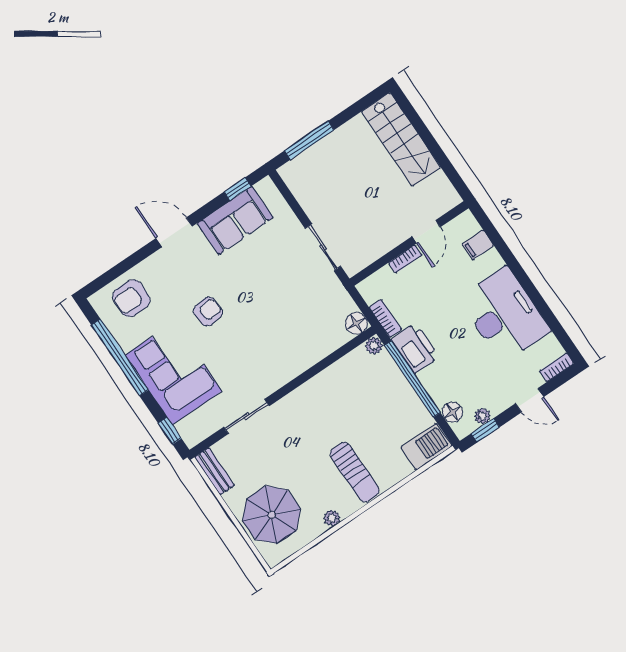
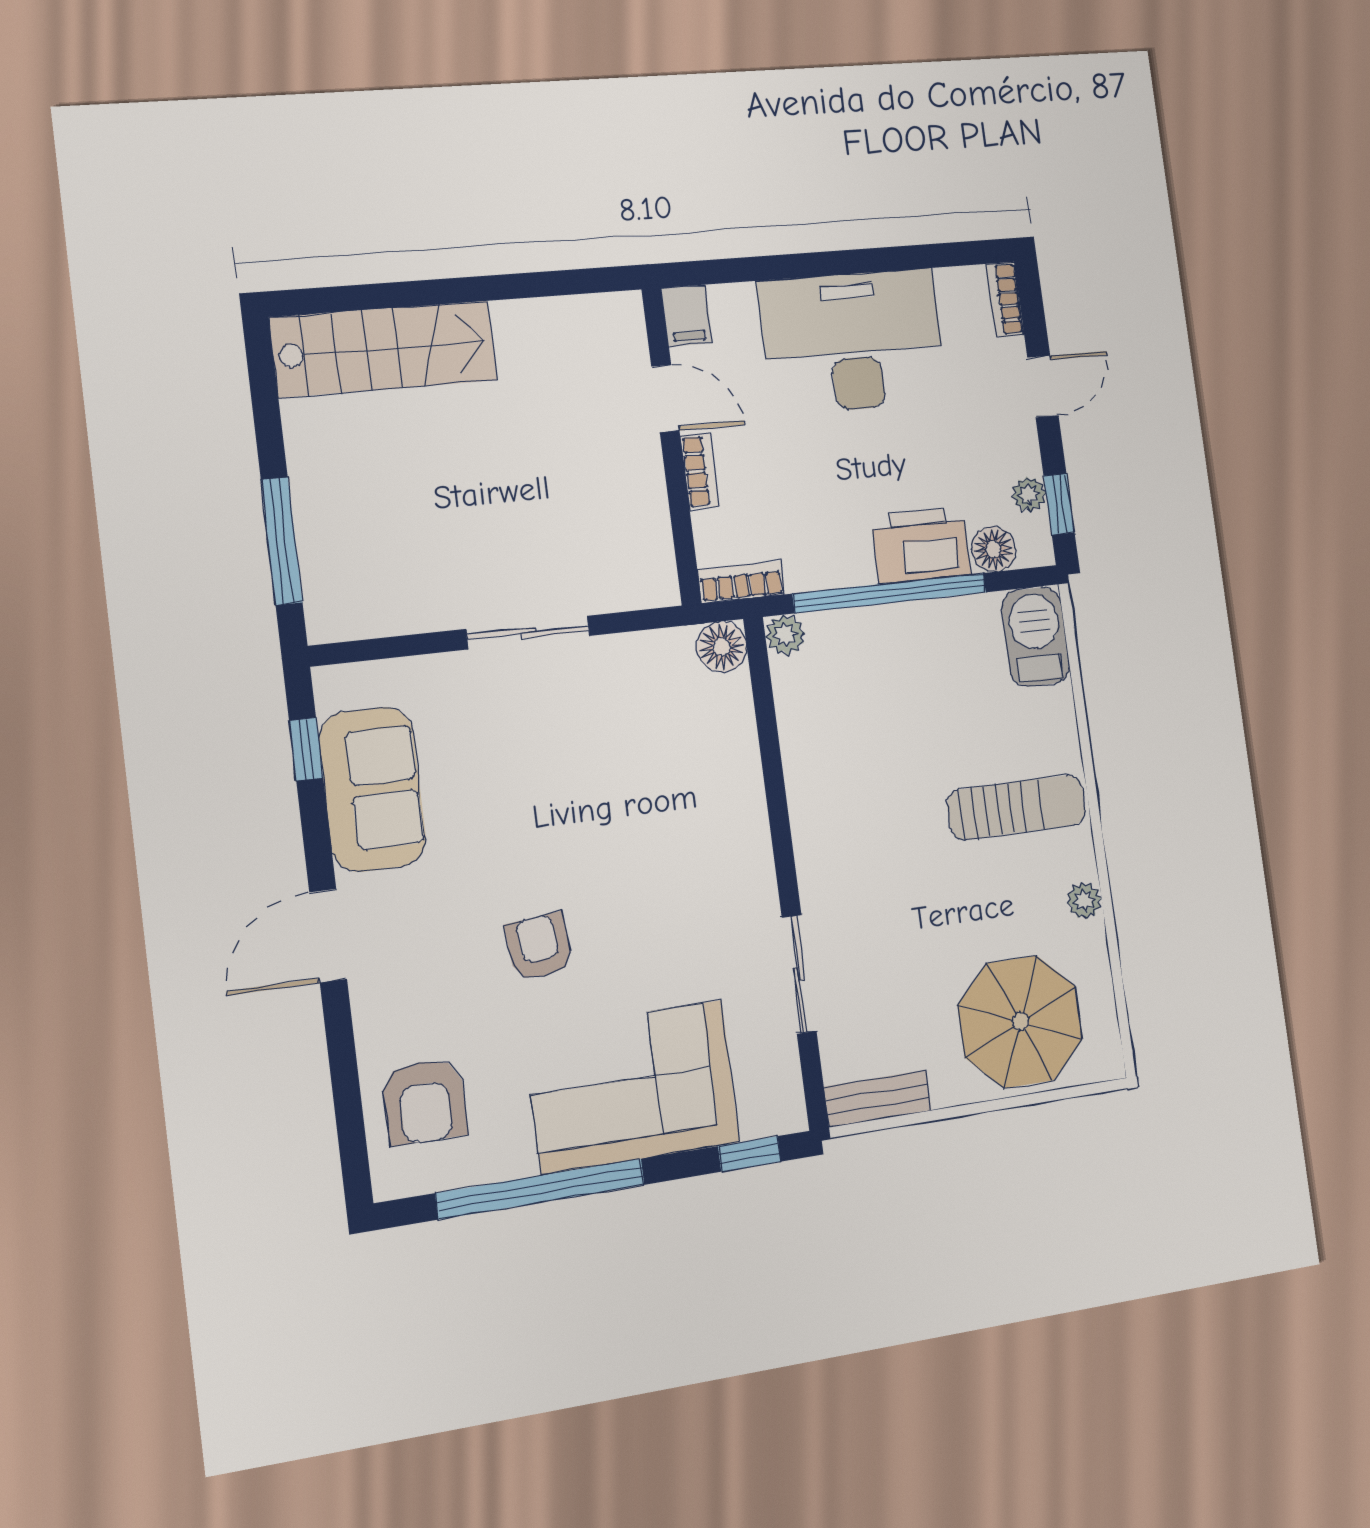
door: (426, 232) -> (665, 399), moved
wall: (409, 243) -> (671, 446), moved
bookcase: (405, 259) -> (699, 471), moved
printer: (415, 348) -> (921, 545), moved

